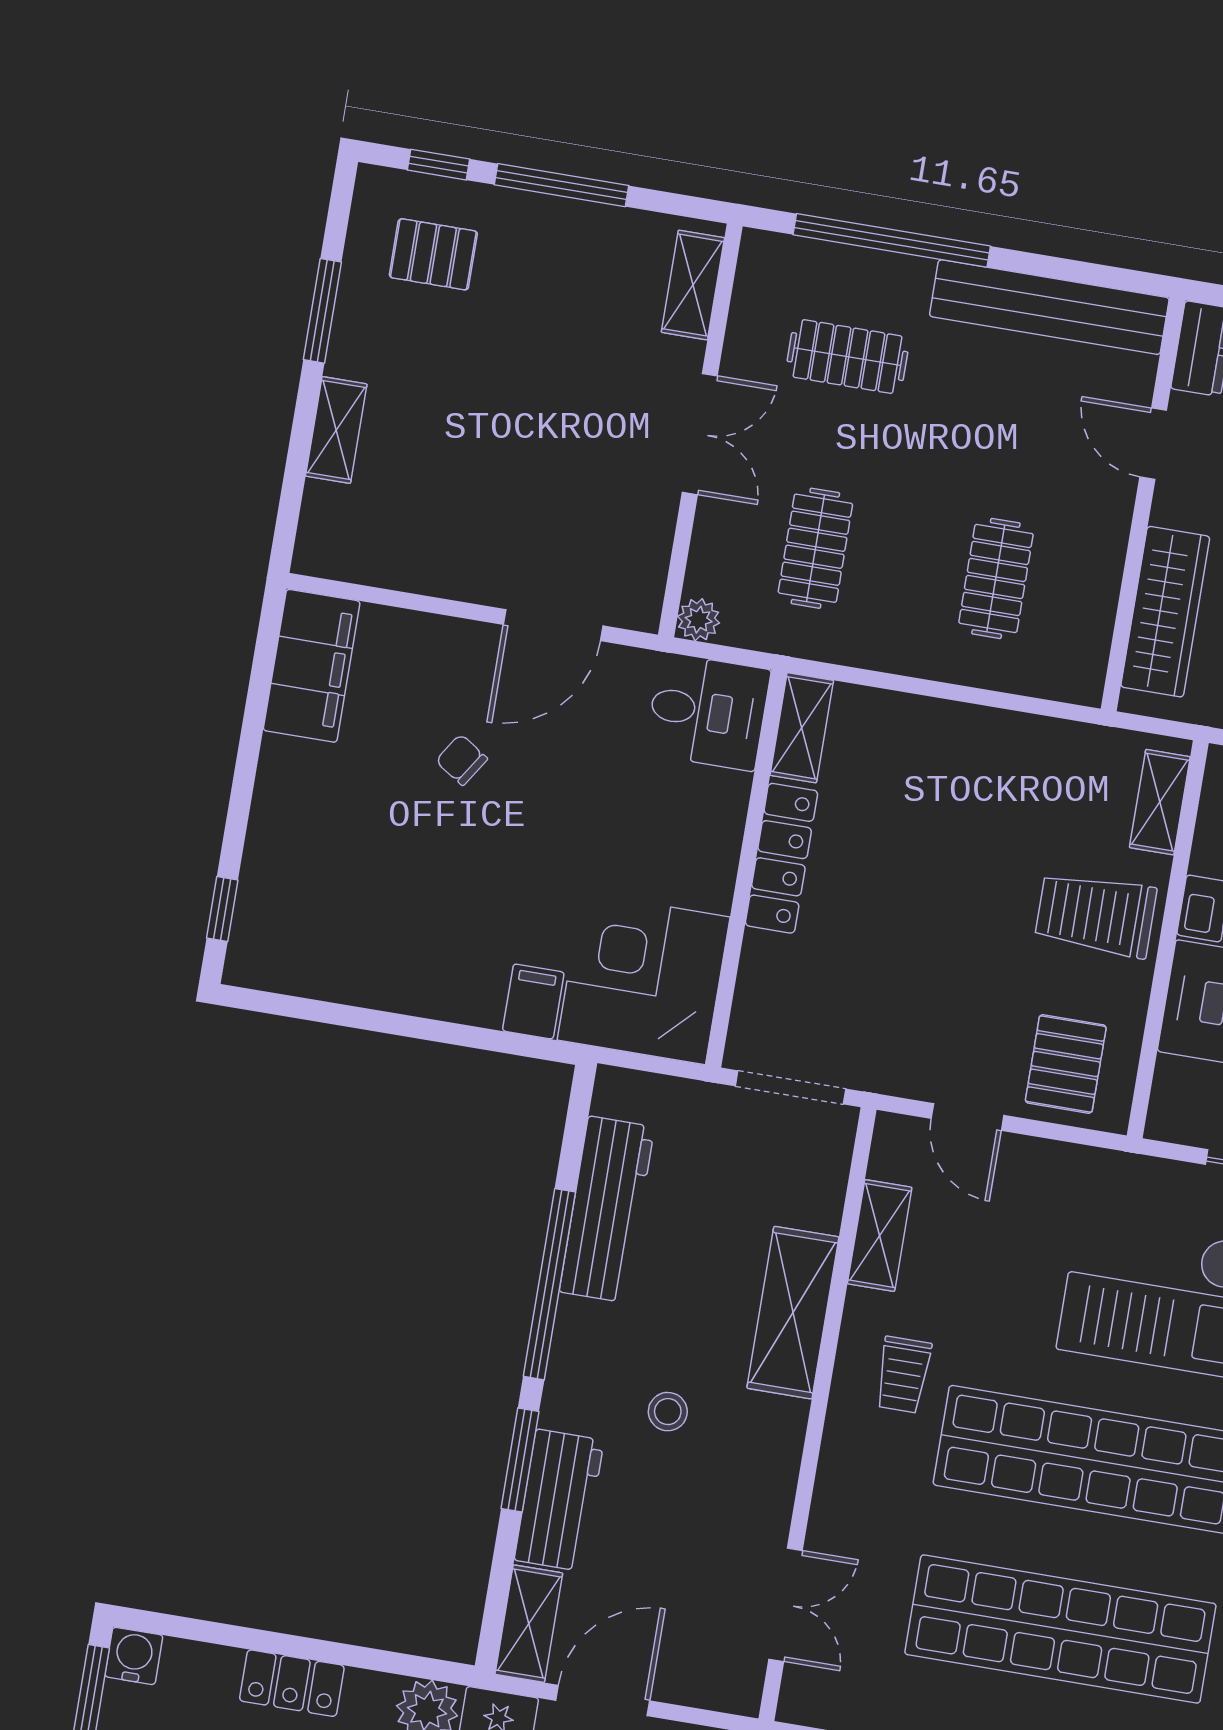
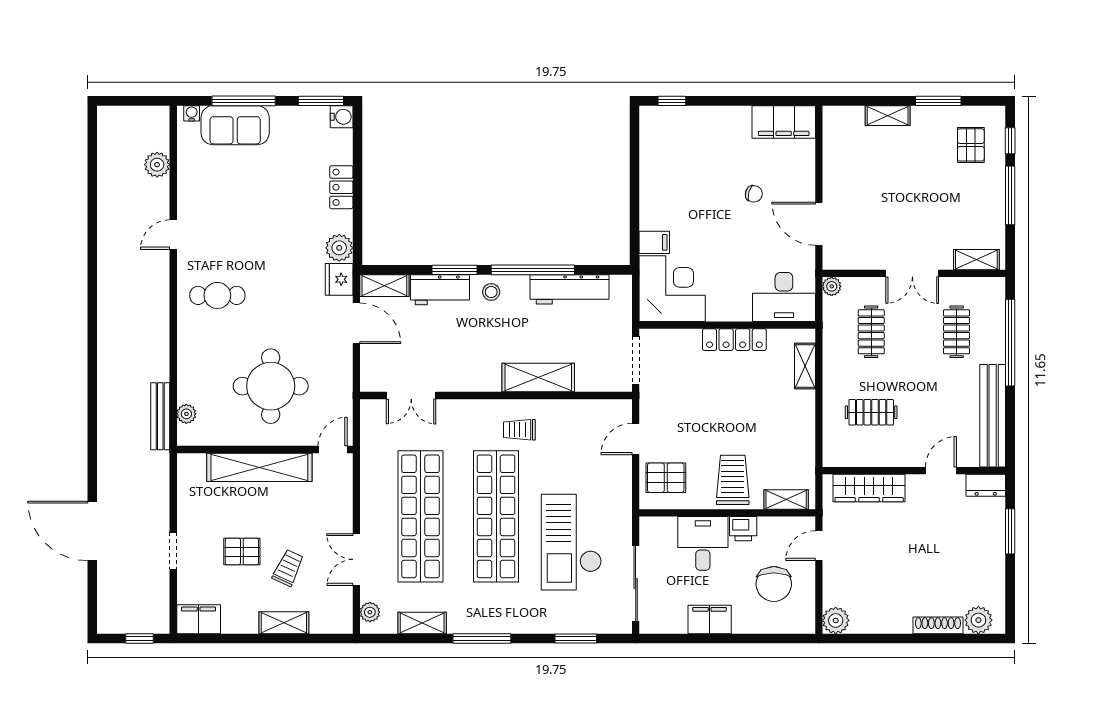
clothes rail: (815, 548) -> (871, 332), turned 90
desk: (708, 712) -> (784, 297), width x1.37
shelving: (802, 728) -> (805, 366), moved, turned 90
chair: (462, 760) -> (754, 194), turned 72
shelving: (880, 1235) -> (578, 410), removed
stool: (668, 1412) -> (491, 292), moved

